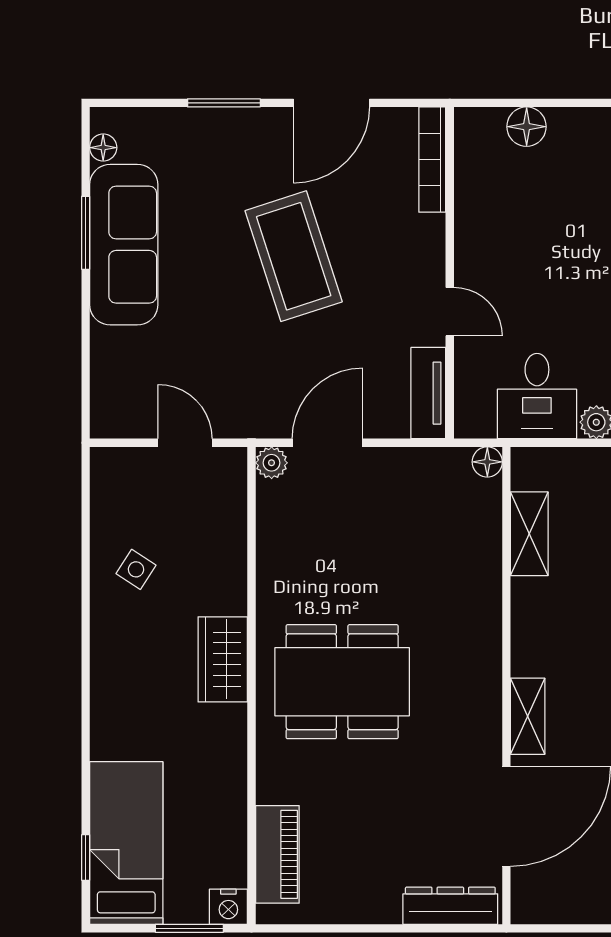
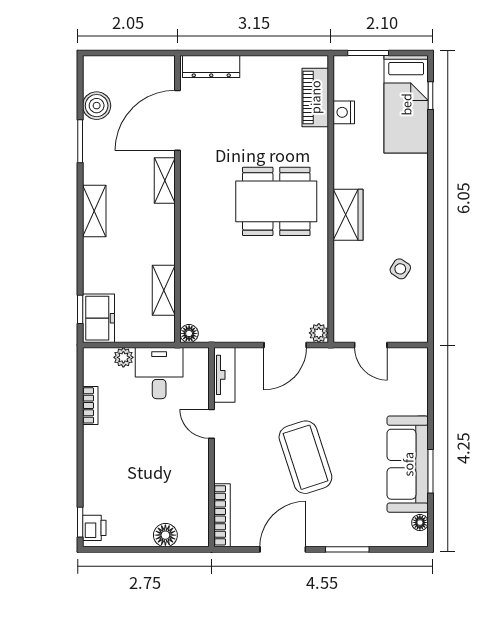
nightstand: (228, 907) -> (344, 112), moved, turned -90

